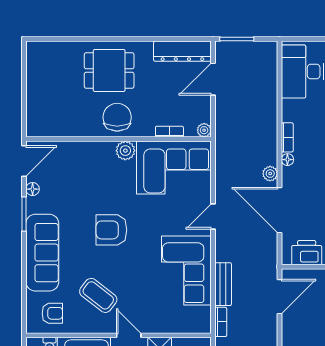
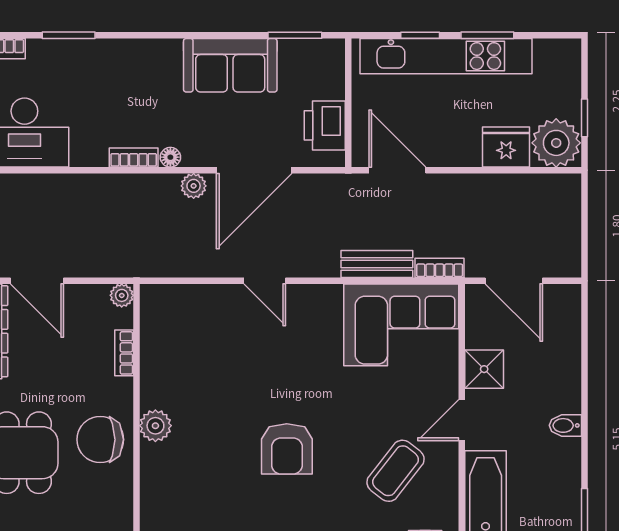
corner sofa: (174, 168) -> (184, 346), removed
corner sofa: (186, 270) -> (401, 325), moved

